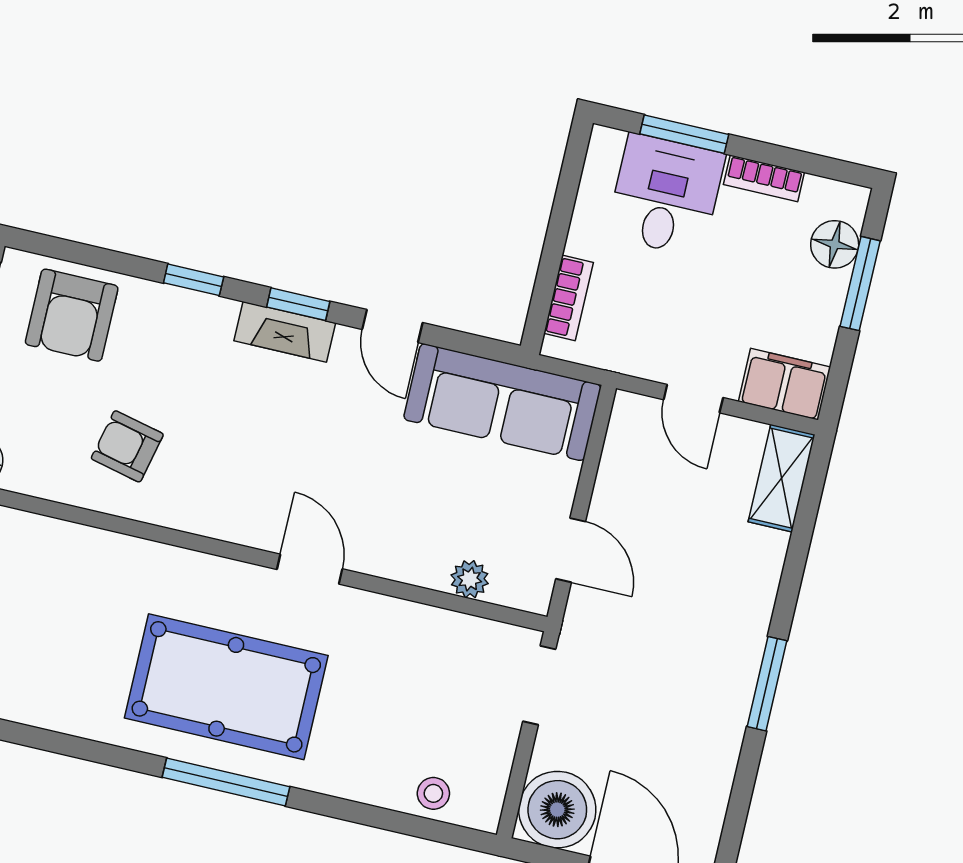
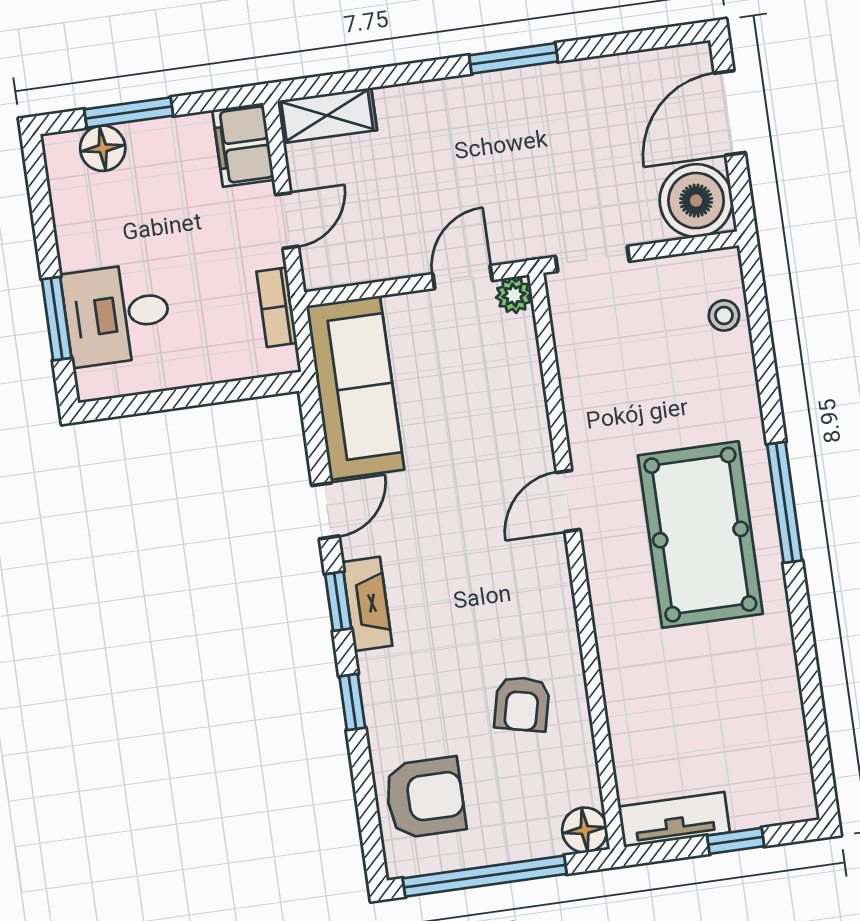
bookcase: (764, 178) -> (68, 233), removed
bookcase: (569, 298) -> (277, 307), moved, turned -90
plant: (470, 579) -> (514, 295), moved

